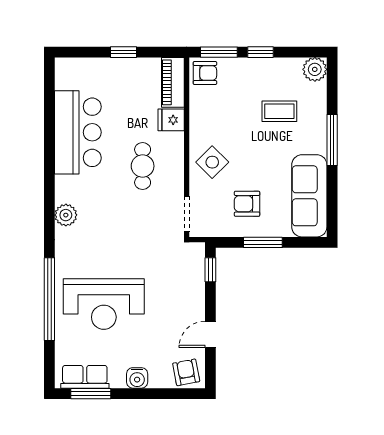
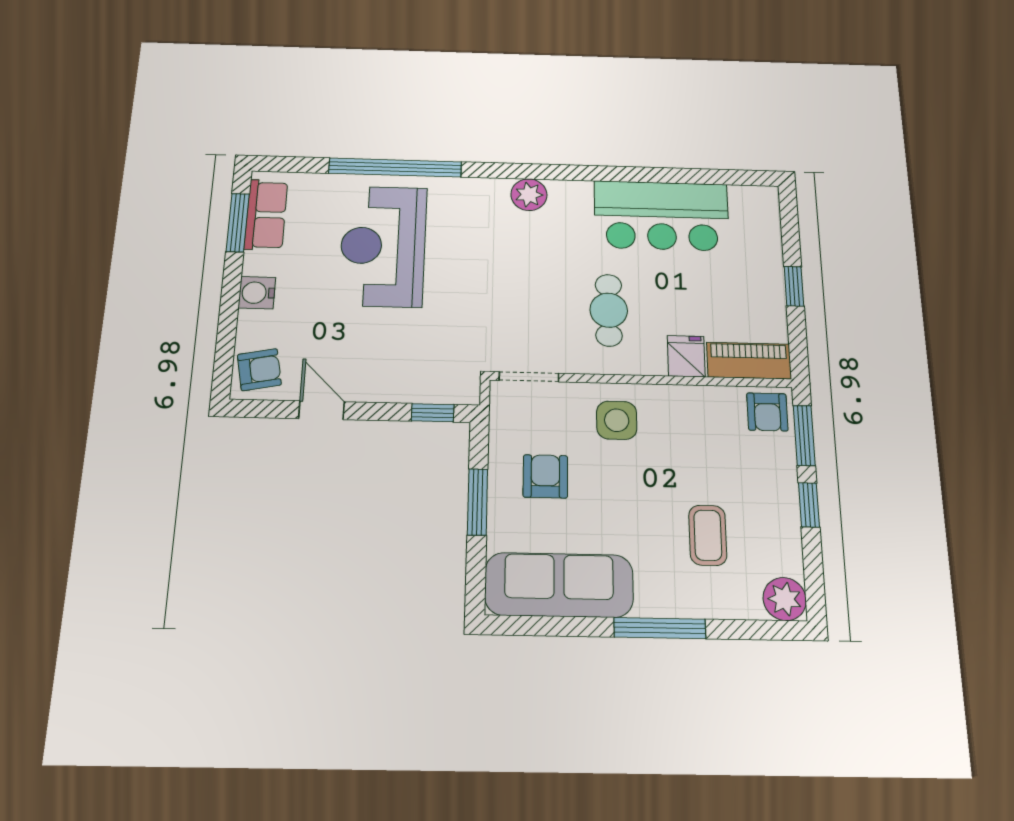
side table: (212, 162) -> (617, 420), turned 45
cafe table: (143, 166) -> (609, 310), turned 90

